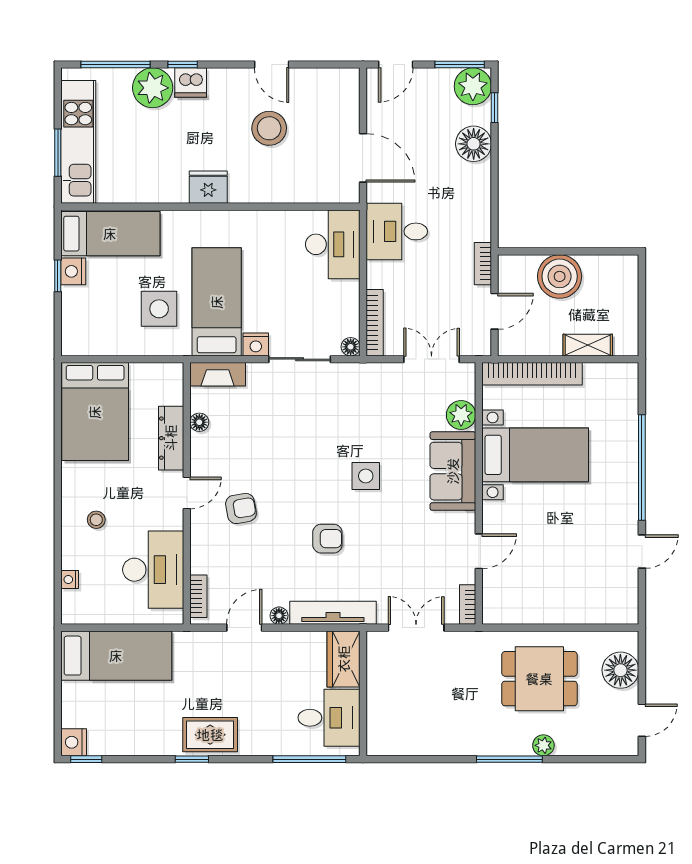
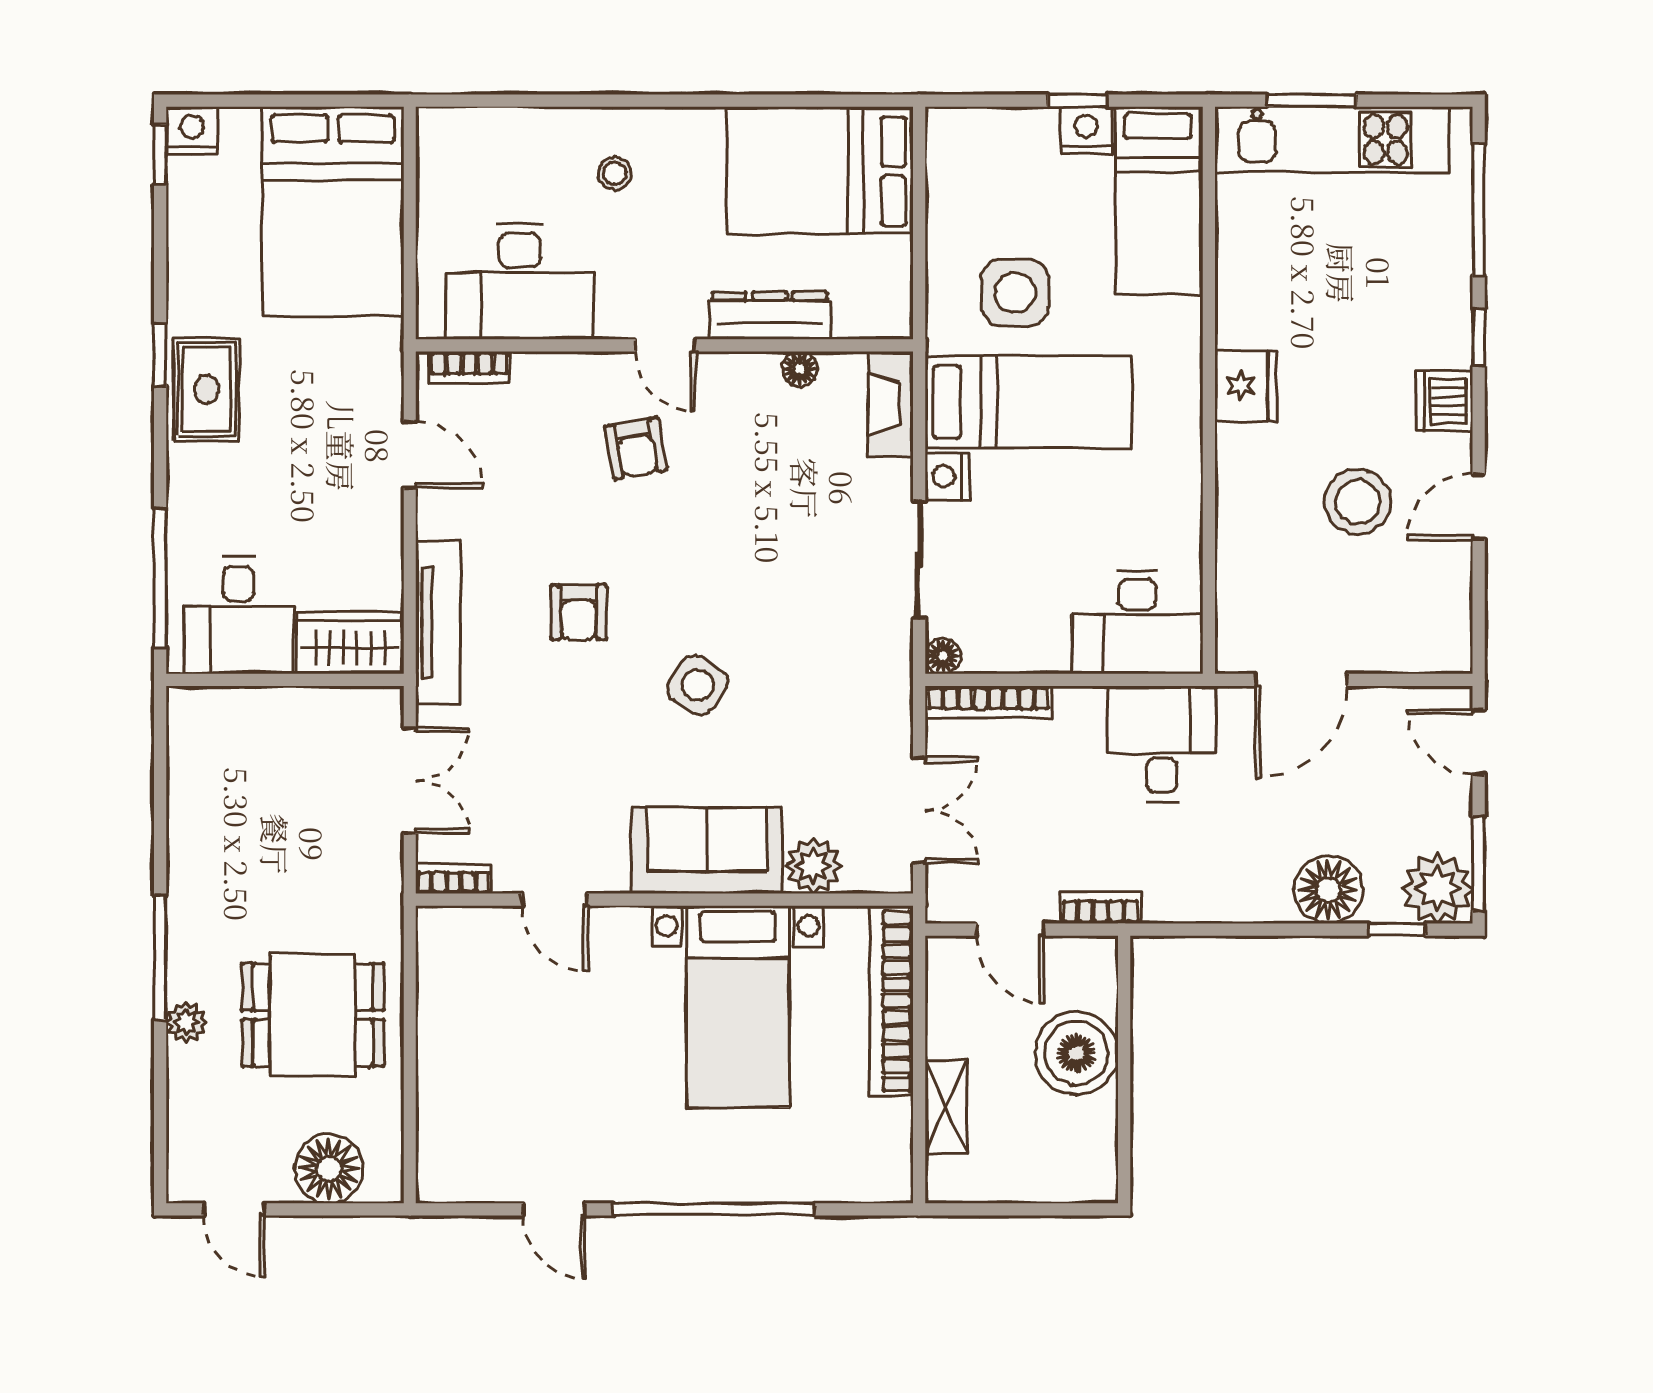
dishwasher: (191, 83) -> (1444, 402), moved
plant: (153, 88) -> (1435, 280), removed
side table: (366, 476) -> (698, 685), turned 32
nightstand: (70, 579) -> (501, 123), removed
floor lamp: (279, 616) -> (432, 520), removed
bed: (116, 656) -> (333, 211), width x1.50
dining table: (539, 679) -> (313, 1015), turned 90

